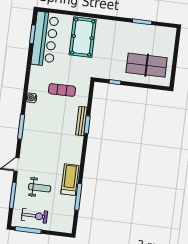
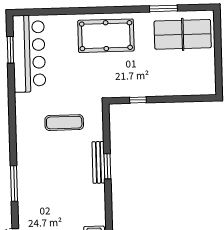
pool table: (83, 37) -> (106, 36), moved, turned 90
table tennis table: (147, 65) -> (183, 34), moved
water cooler: (32, 98) -> (23, 140), removed

